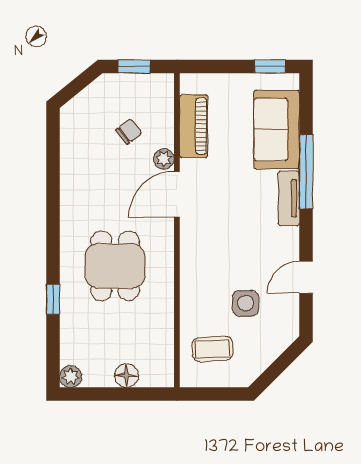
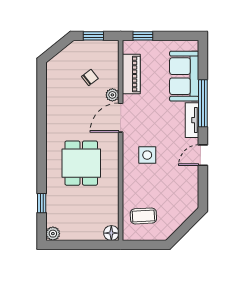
window: (270, 66) -> (143, 36), moved
door: (306, 277) -> (203, 155), moved
window: (53, 299) -> (42, 203), moved
side table: (246, 303) -> (147, 155), moved
floor lamp: (127, 376) -> (111, 233), moved

